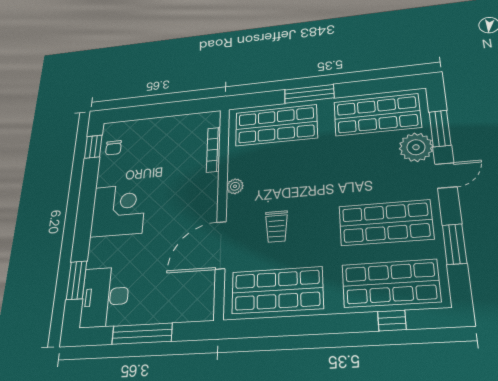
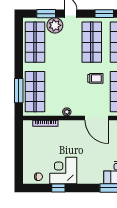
window: (309, 94) -> (19, 91), moved
window: (93, 147) -> (58, 188), moved
corner desk: (118, 210) -> (63, 171), moved
trolley: (277, 226) -> (95, 78), moved

